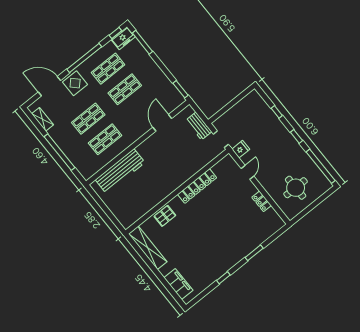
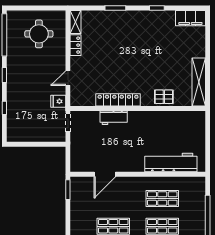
workbench: (199, 126) -> (114, 118), moved, turned 90
shelving: (275, 218) -> (76, 22), added
filing cabinet: (178, 284) -> (190, 18), moved, turned -90

